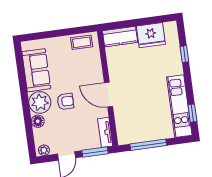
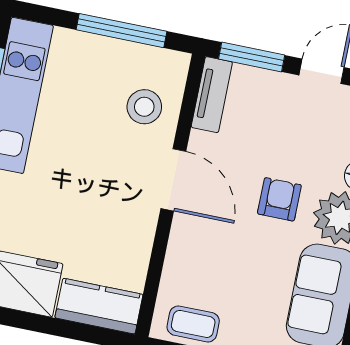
armchair: (65, 101) -> (279, 199), turned 90
stool: (129, 119) -> (144, 107), added

